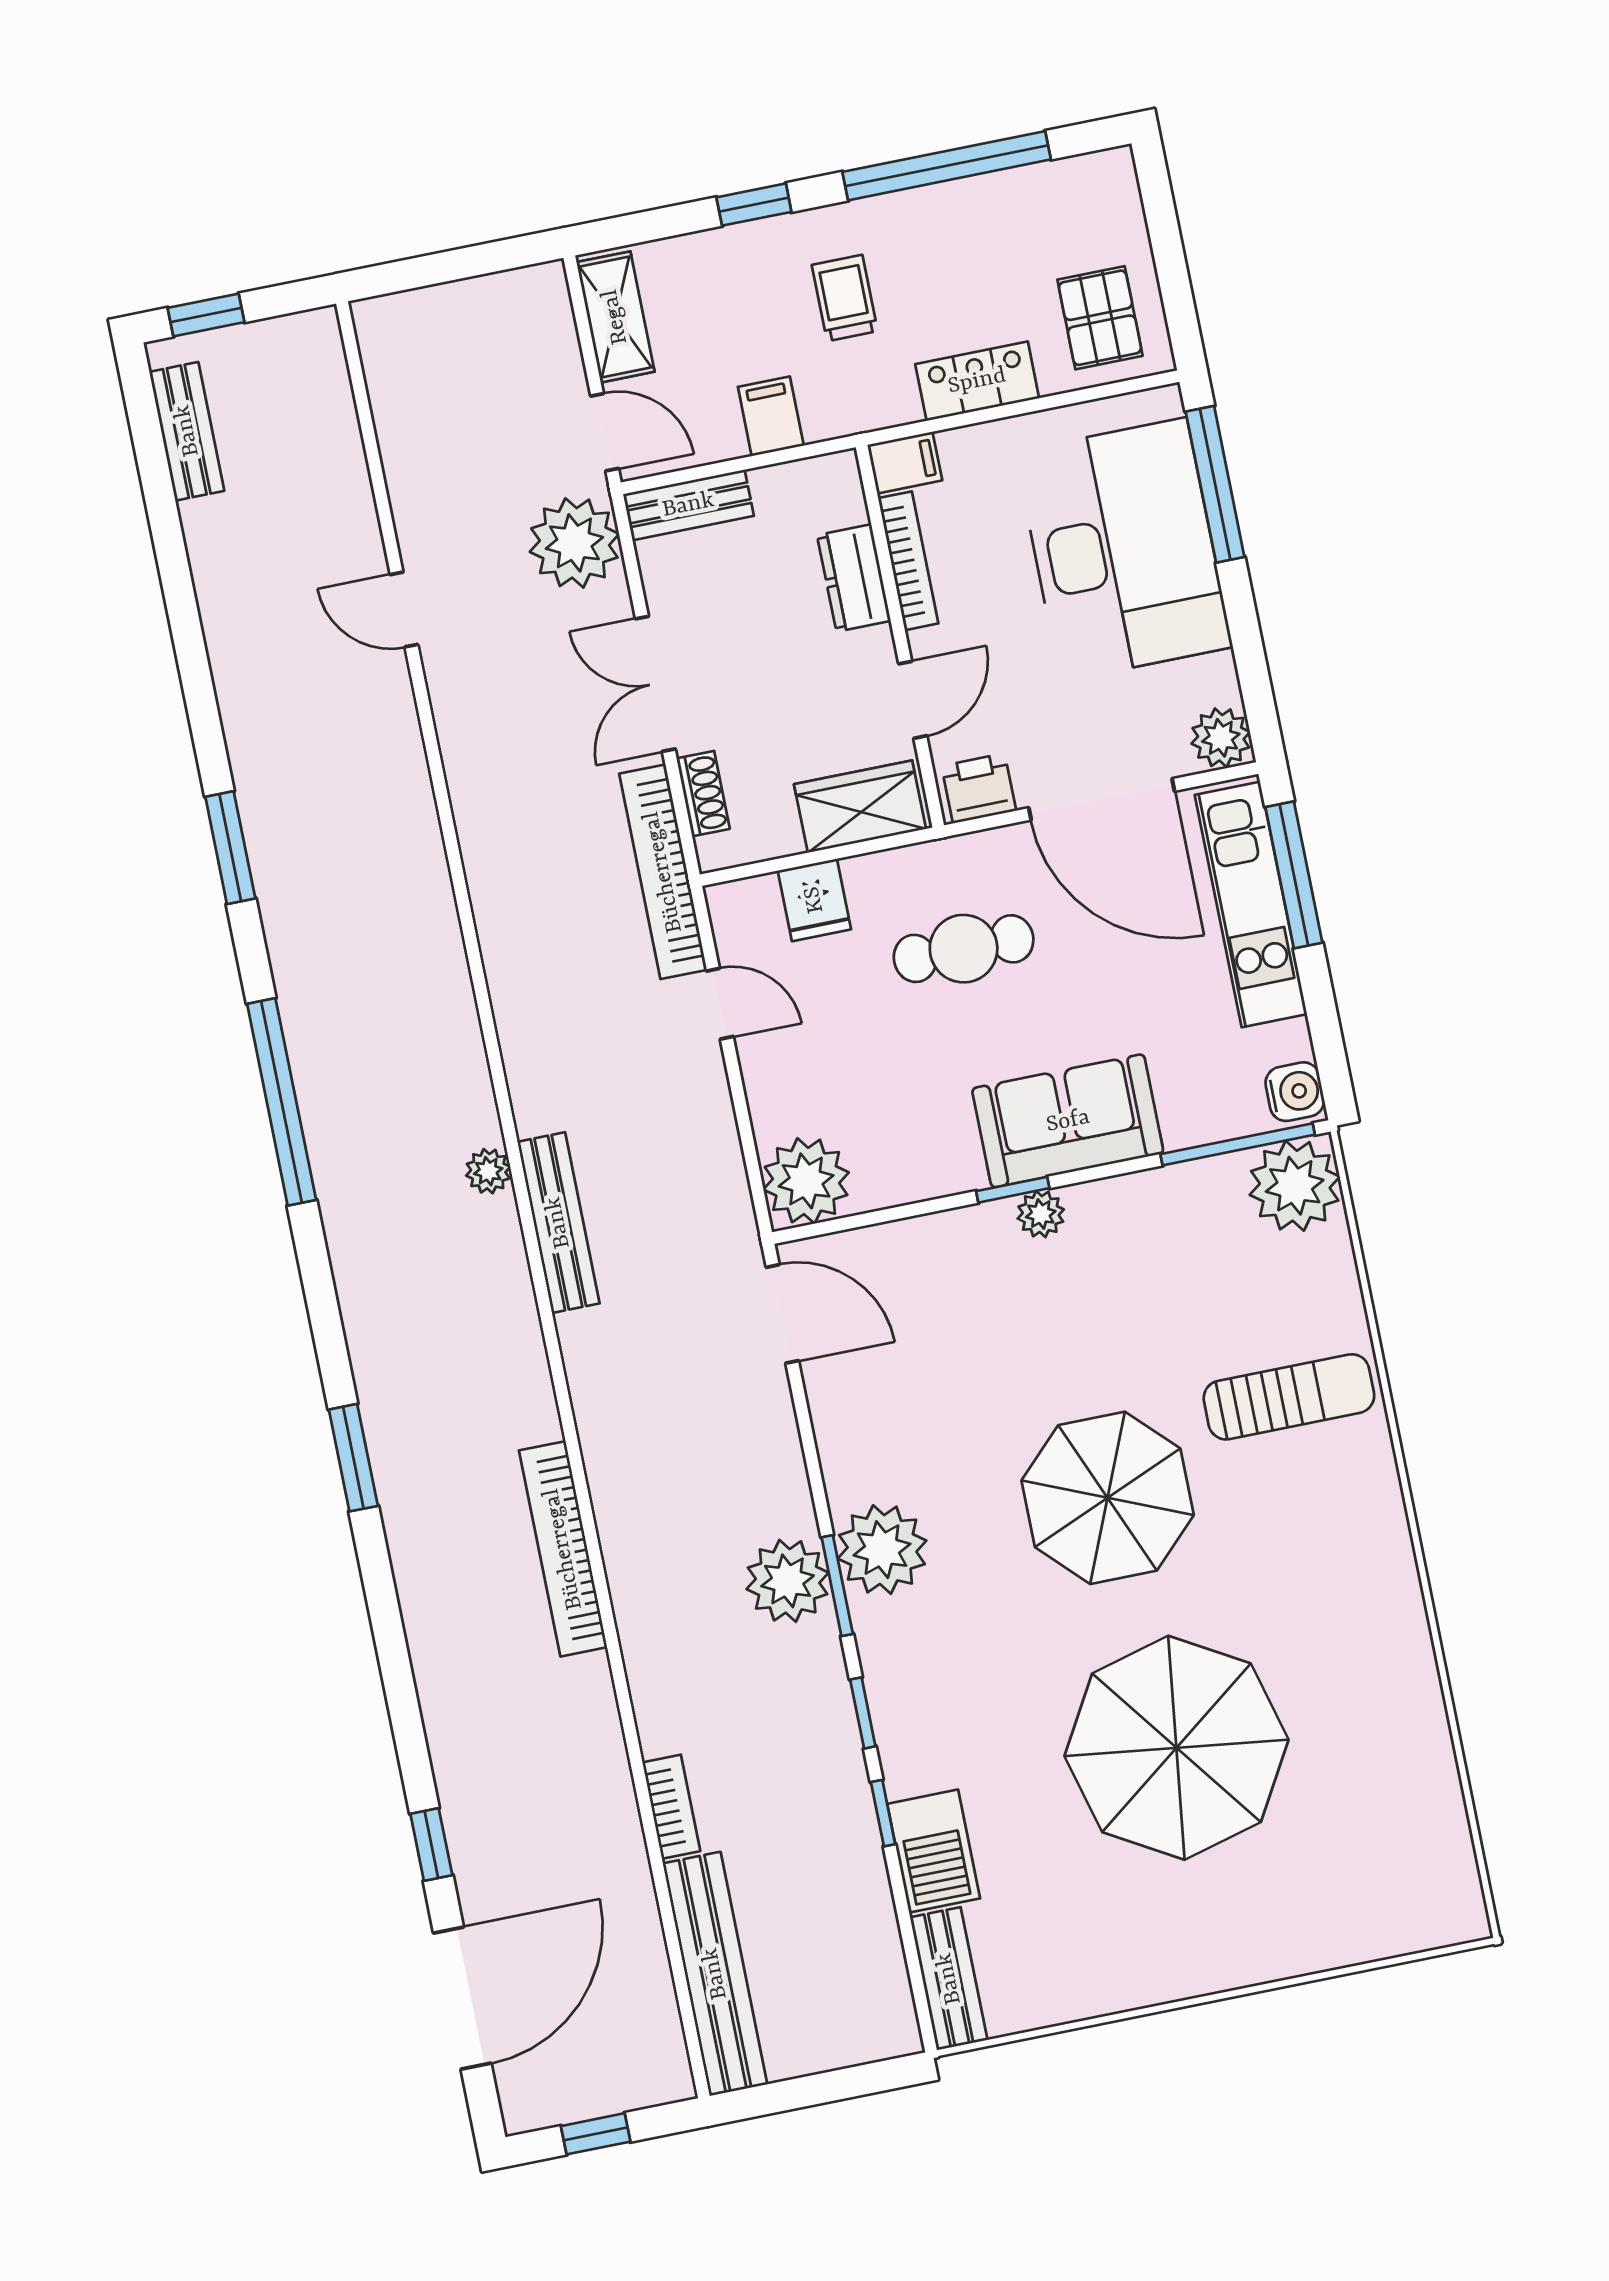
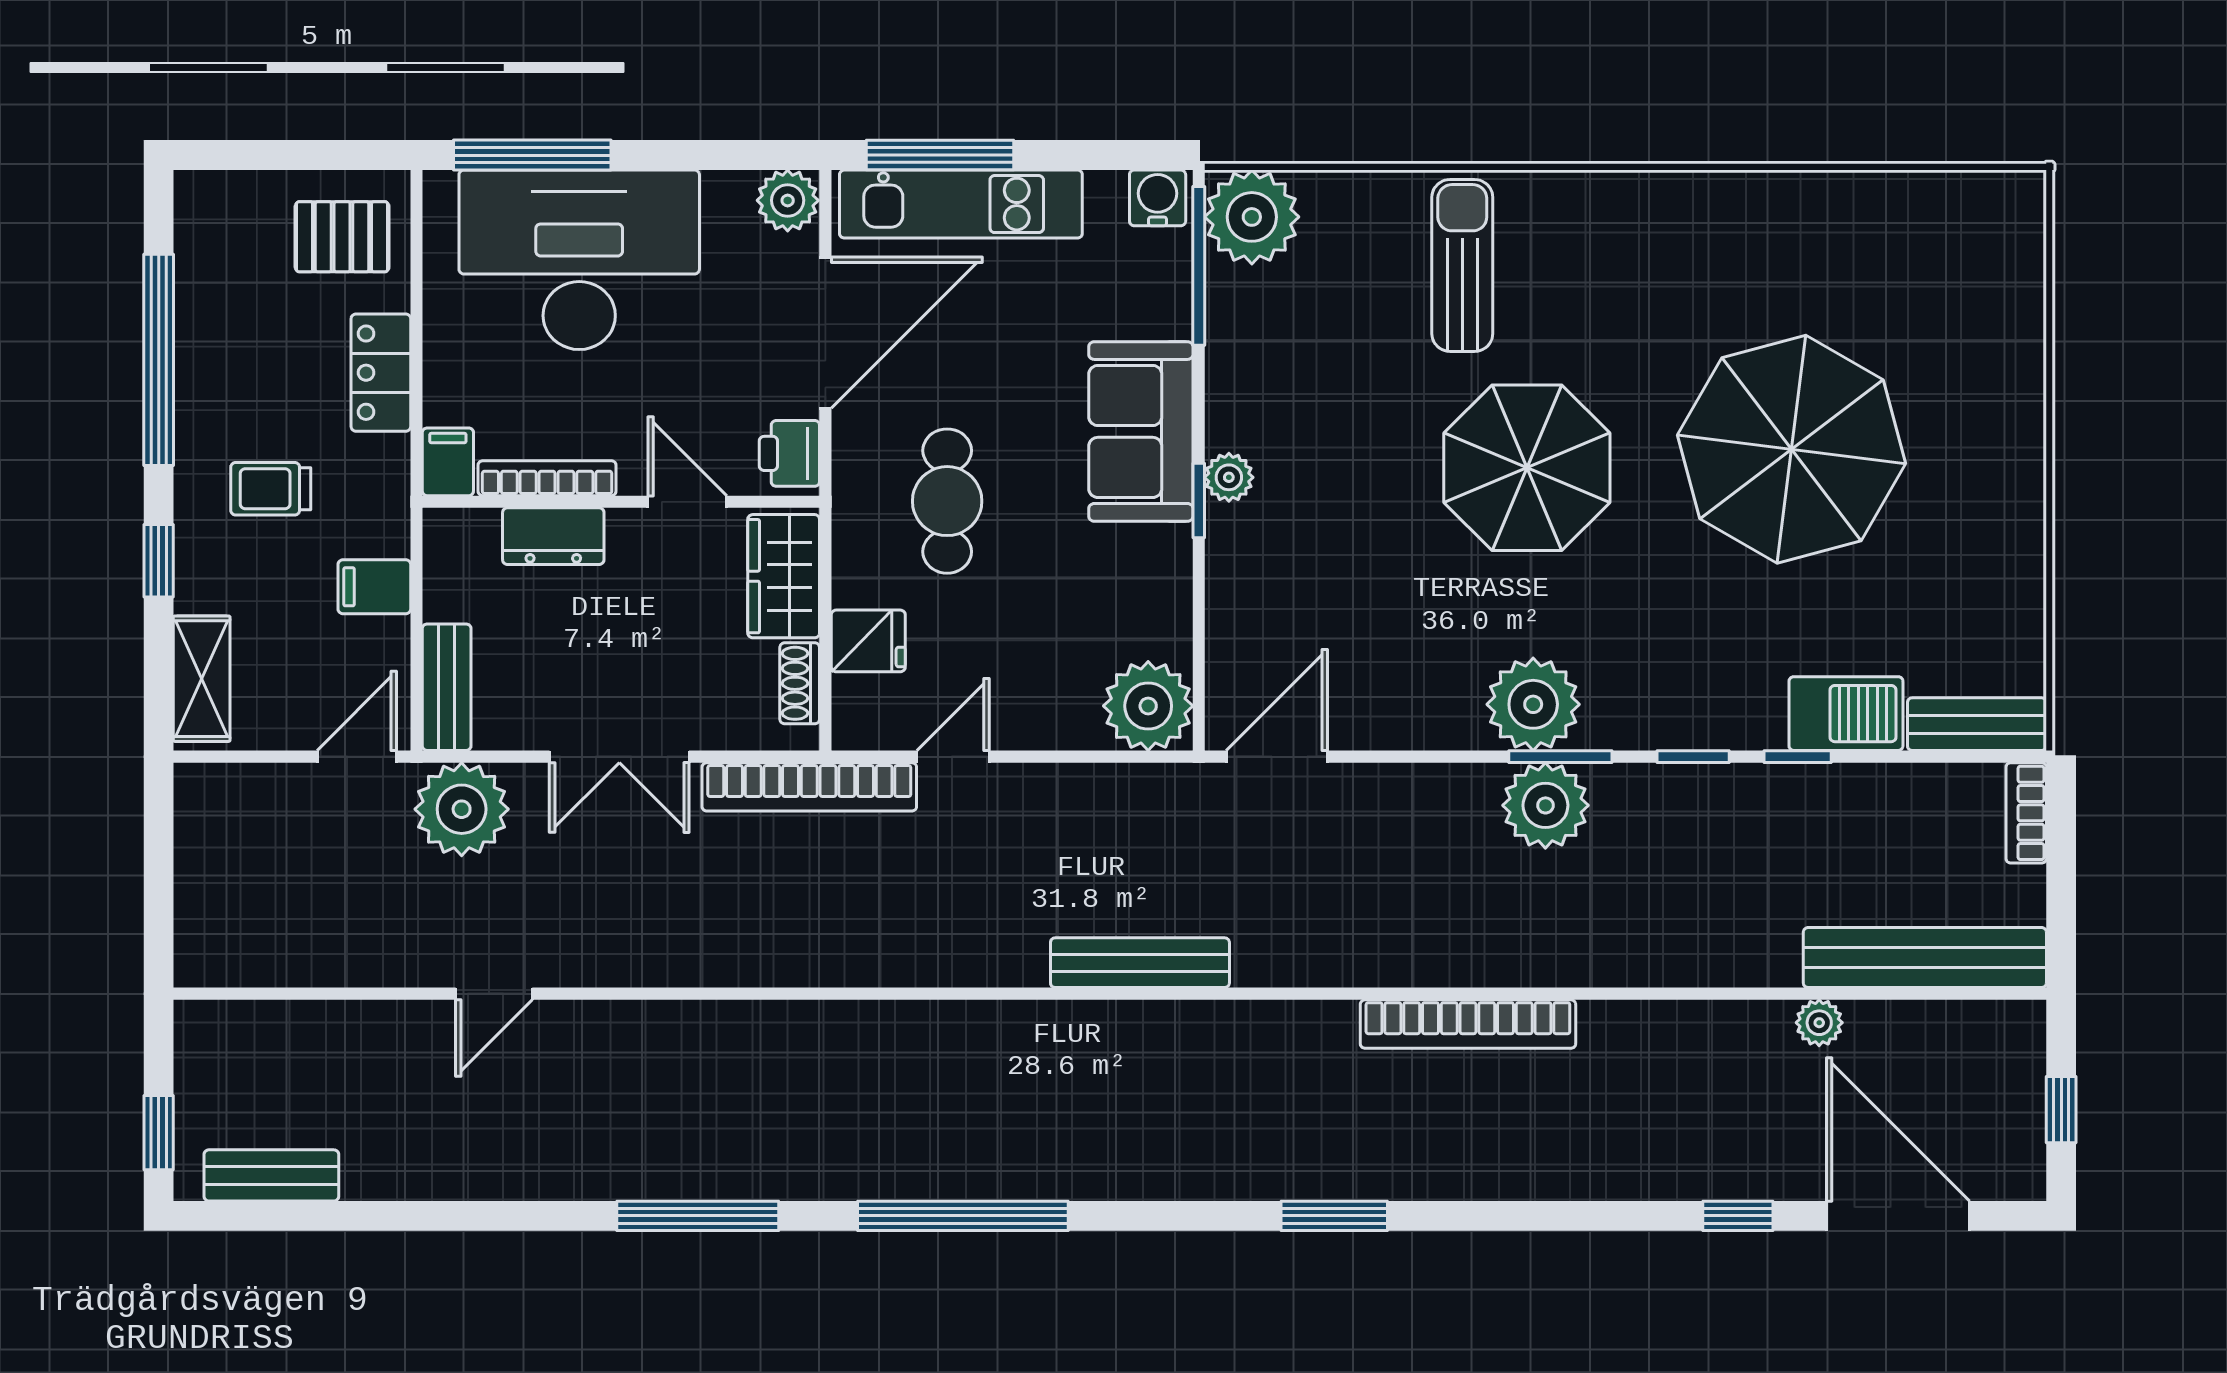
shelving: (615, 317) -> (202, 679), moved, turned 90
shoe rack: (703, 794) -> (800, 683), moved, turned -90
window: (230, 848) -> (698, 1216), width x1.44
plant: (488, 1171) -> (1819, 1023), moved
bookcase: (671, 1807) -> (2026, 813), moved, turned -90

